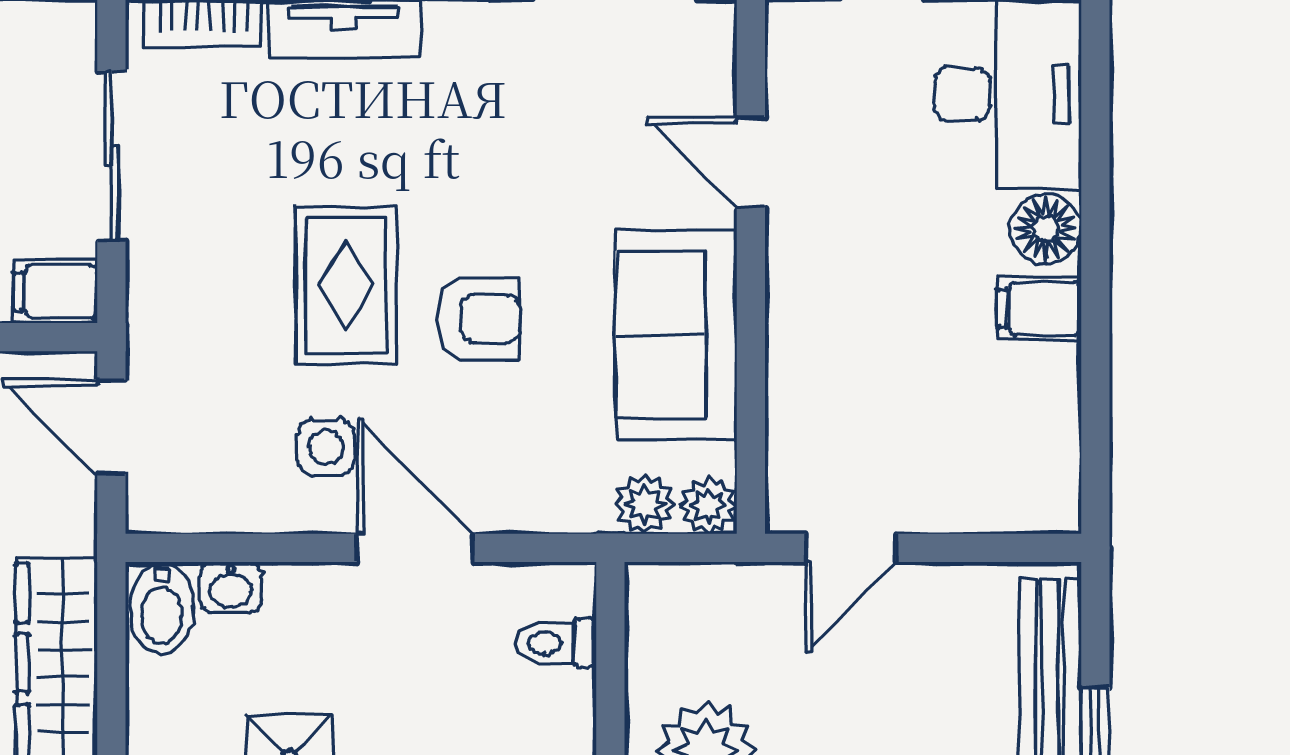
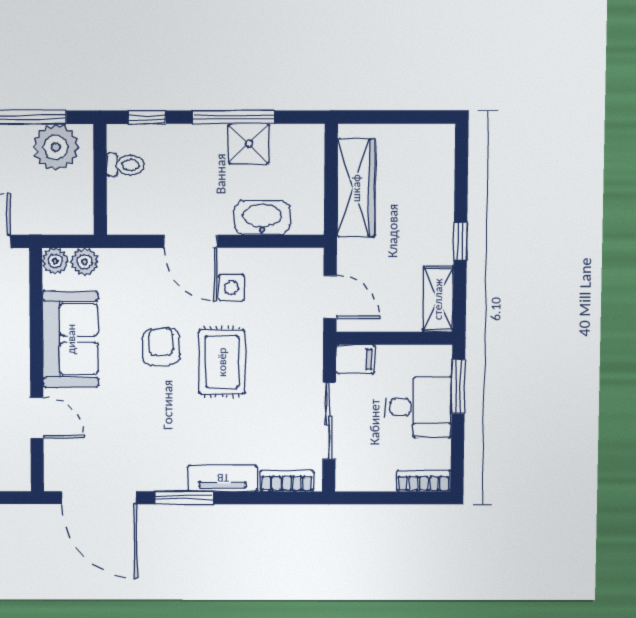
armchair: (479, 319) -> (161, 347), turned 87
washbasin: (231, 587) -> (262, 218), width x1.91, depth x1.45
bidet: (162, 608) -> (307, 213), removed
toilet: (556, 643) -> (125, 165), moved

